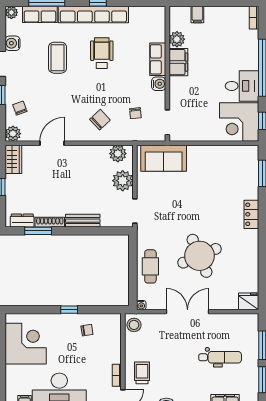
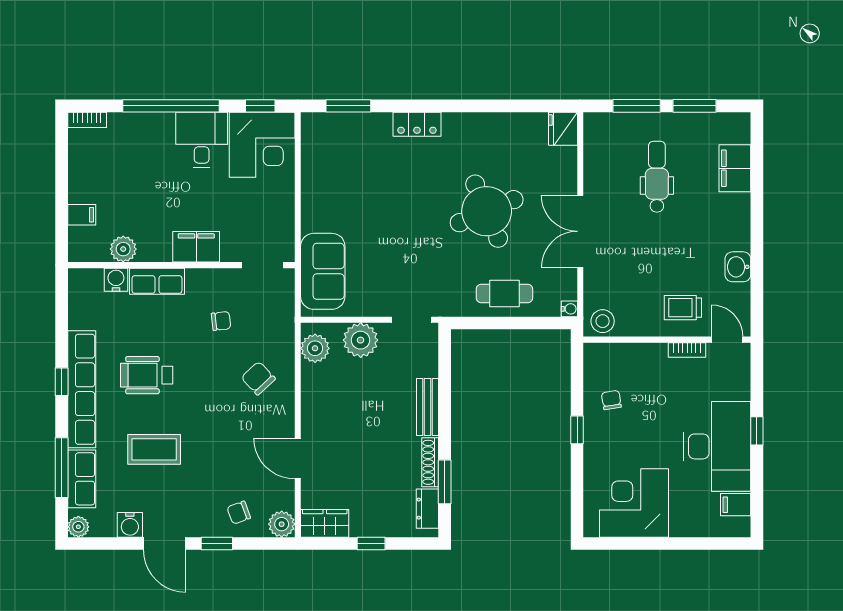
filing cabinet: (178, 62) -> (196, 247), moved
water cooler: (159, 84) -> (116, 280), moved
chair: (135, 113) -> (221, 321), moved

